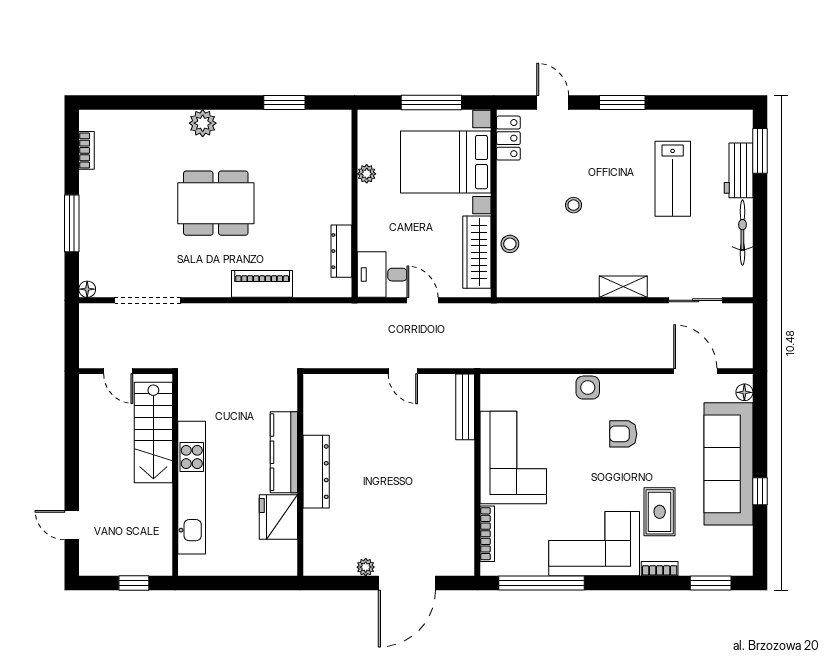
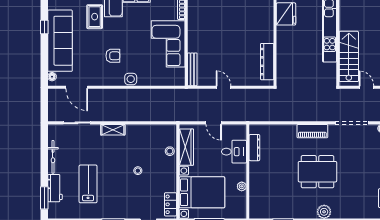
desk: (382, 275) -> (234, 152), moved
piano: (262, 284) -> (312, 131), moved
kitchen counter: (284, 452) -> (283, 47), removed
dresser: (316, 472) -> (267, 62), moved

